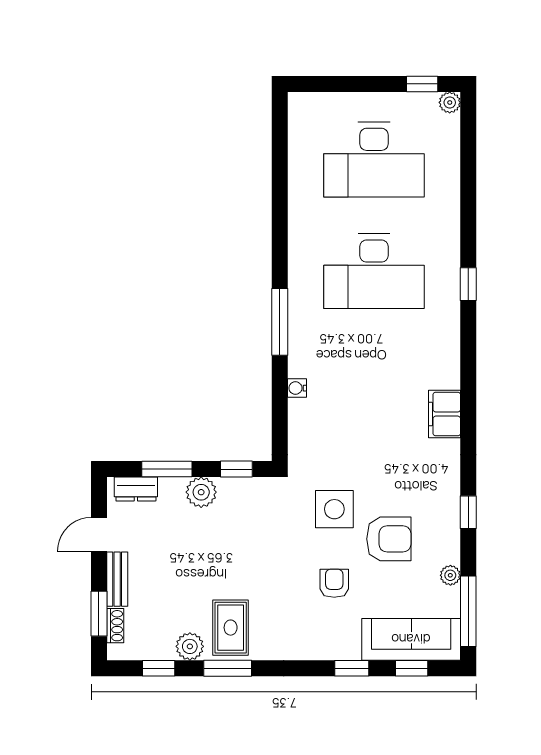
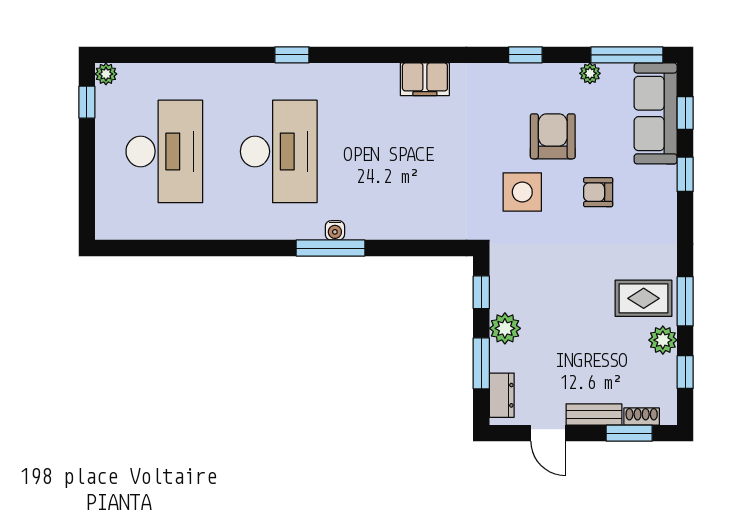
water cooler: (297, 388) -> (335, 230), moved

